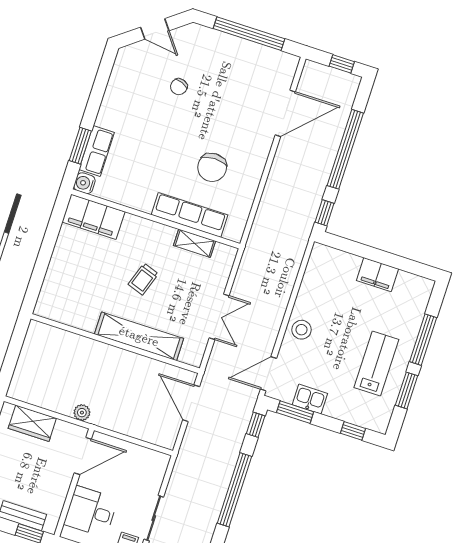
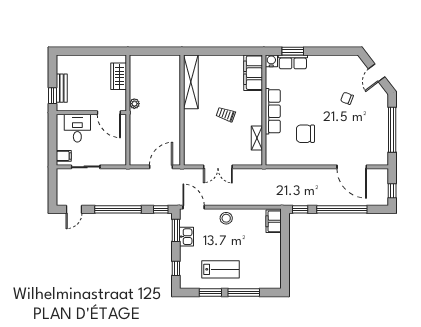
row of seats: (189, 215) -> (273, 111), moved
filing cabinet: (378, 275) -> (274, 221), moved
shelving: (139, 336) -> (191, 82), moved

